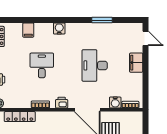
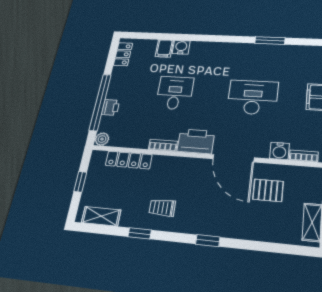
water cooler: (59, 29) -> (181, 47), moved
desk: (95, 65) -> (253, 97), turned 90
printer: (62, 103) -> (196, 141), width x1.87, depth x1.48

